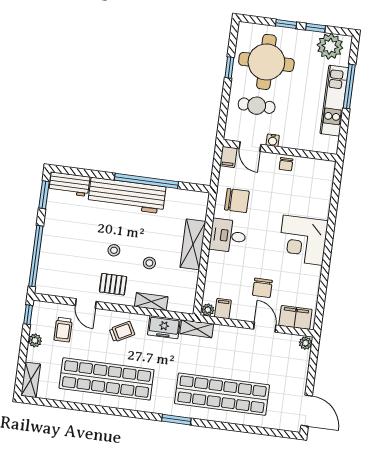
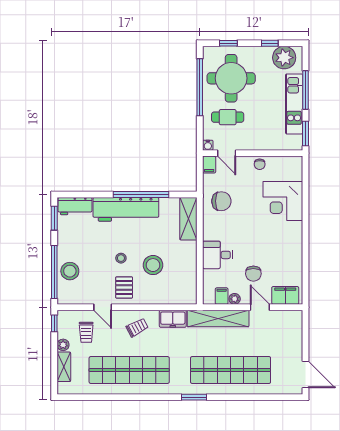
window: (286, 24) -> (228, 43), moved
window: (229, 68) -> (200, 87), width x3.17
window: (343, 136) -> (305, 134), added
water cooler: (273, 140) -> (208, 145), moved
desk: (228, 236) -> (218, 255), moved
corner desk: (303, 240) -> (283, 201), moved
shelving: (193, 244) -> (188, 219), moved
stool: (54, 257) -> (70, 271), added
stool: (149, 263) -> (153, 265), width x1.89, depth x1.89
pallet: (113, 284) -> (124, 287), turned 90
shelving: (151, 302) -> (159, 298), removed
plant: (208, 310) -> (235, 299), moved
shelving: (197, 329) -> (218, 318), width x2.20, depth x1.33
plant: (306, 343) -> (297, 316), removed
shelving: (31, 380) -> (64, 367), moved

